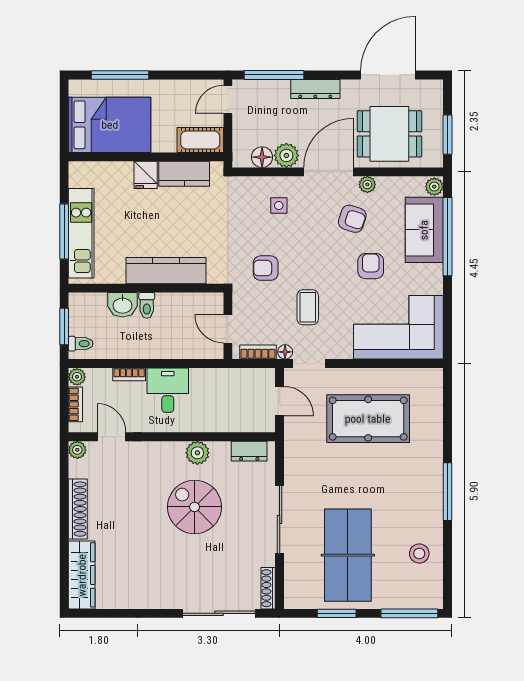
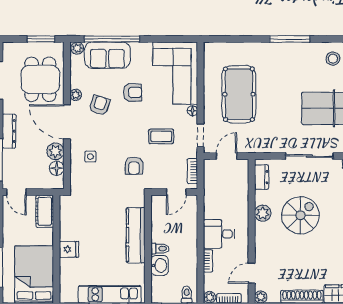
kitchen counter: (184, 174) -> (68, 223), removed
armchair: (371, 266) -> (133, 92), turned 180
floor lamp: (285, 352) -> (192, 111), moved
spiral stairs: (195, 507) -> (300, 215), turned 180

